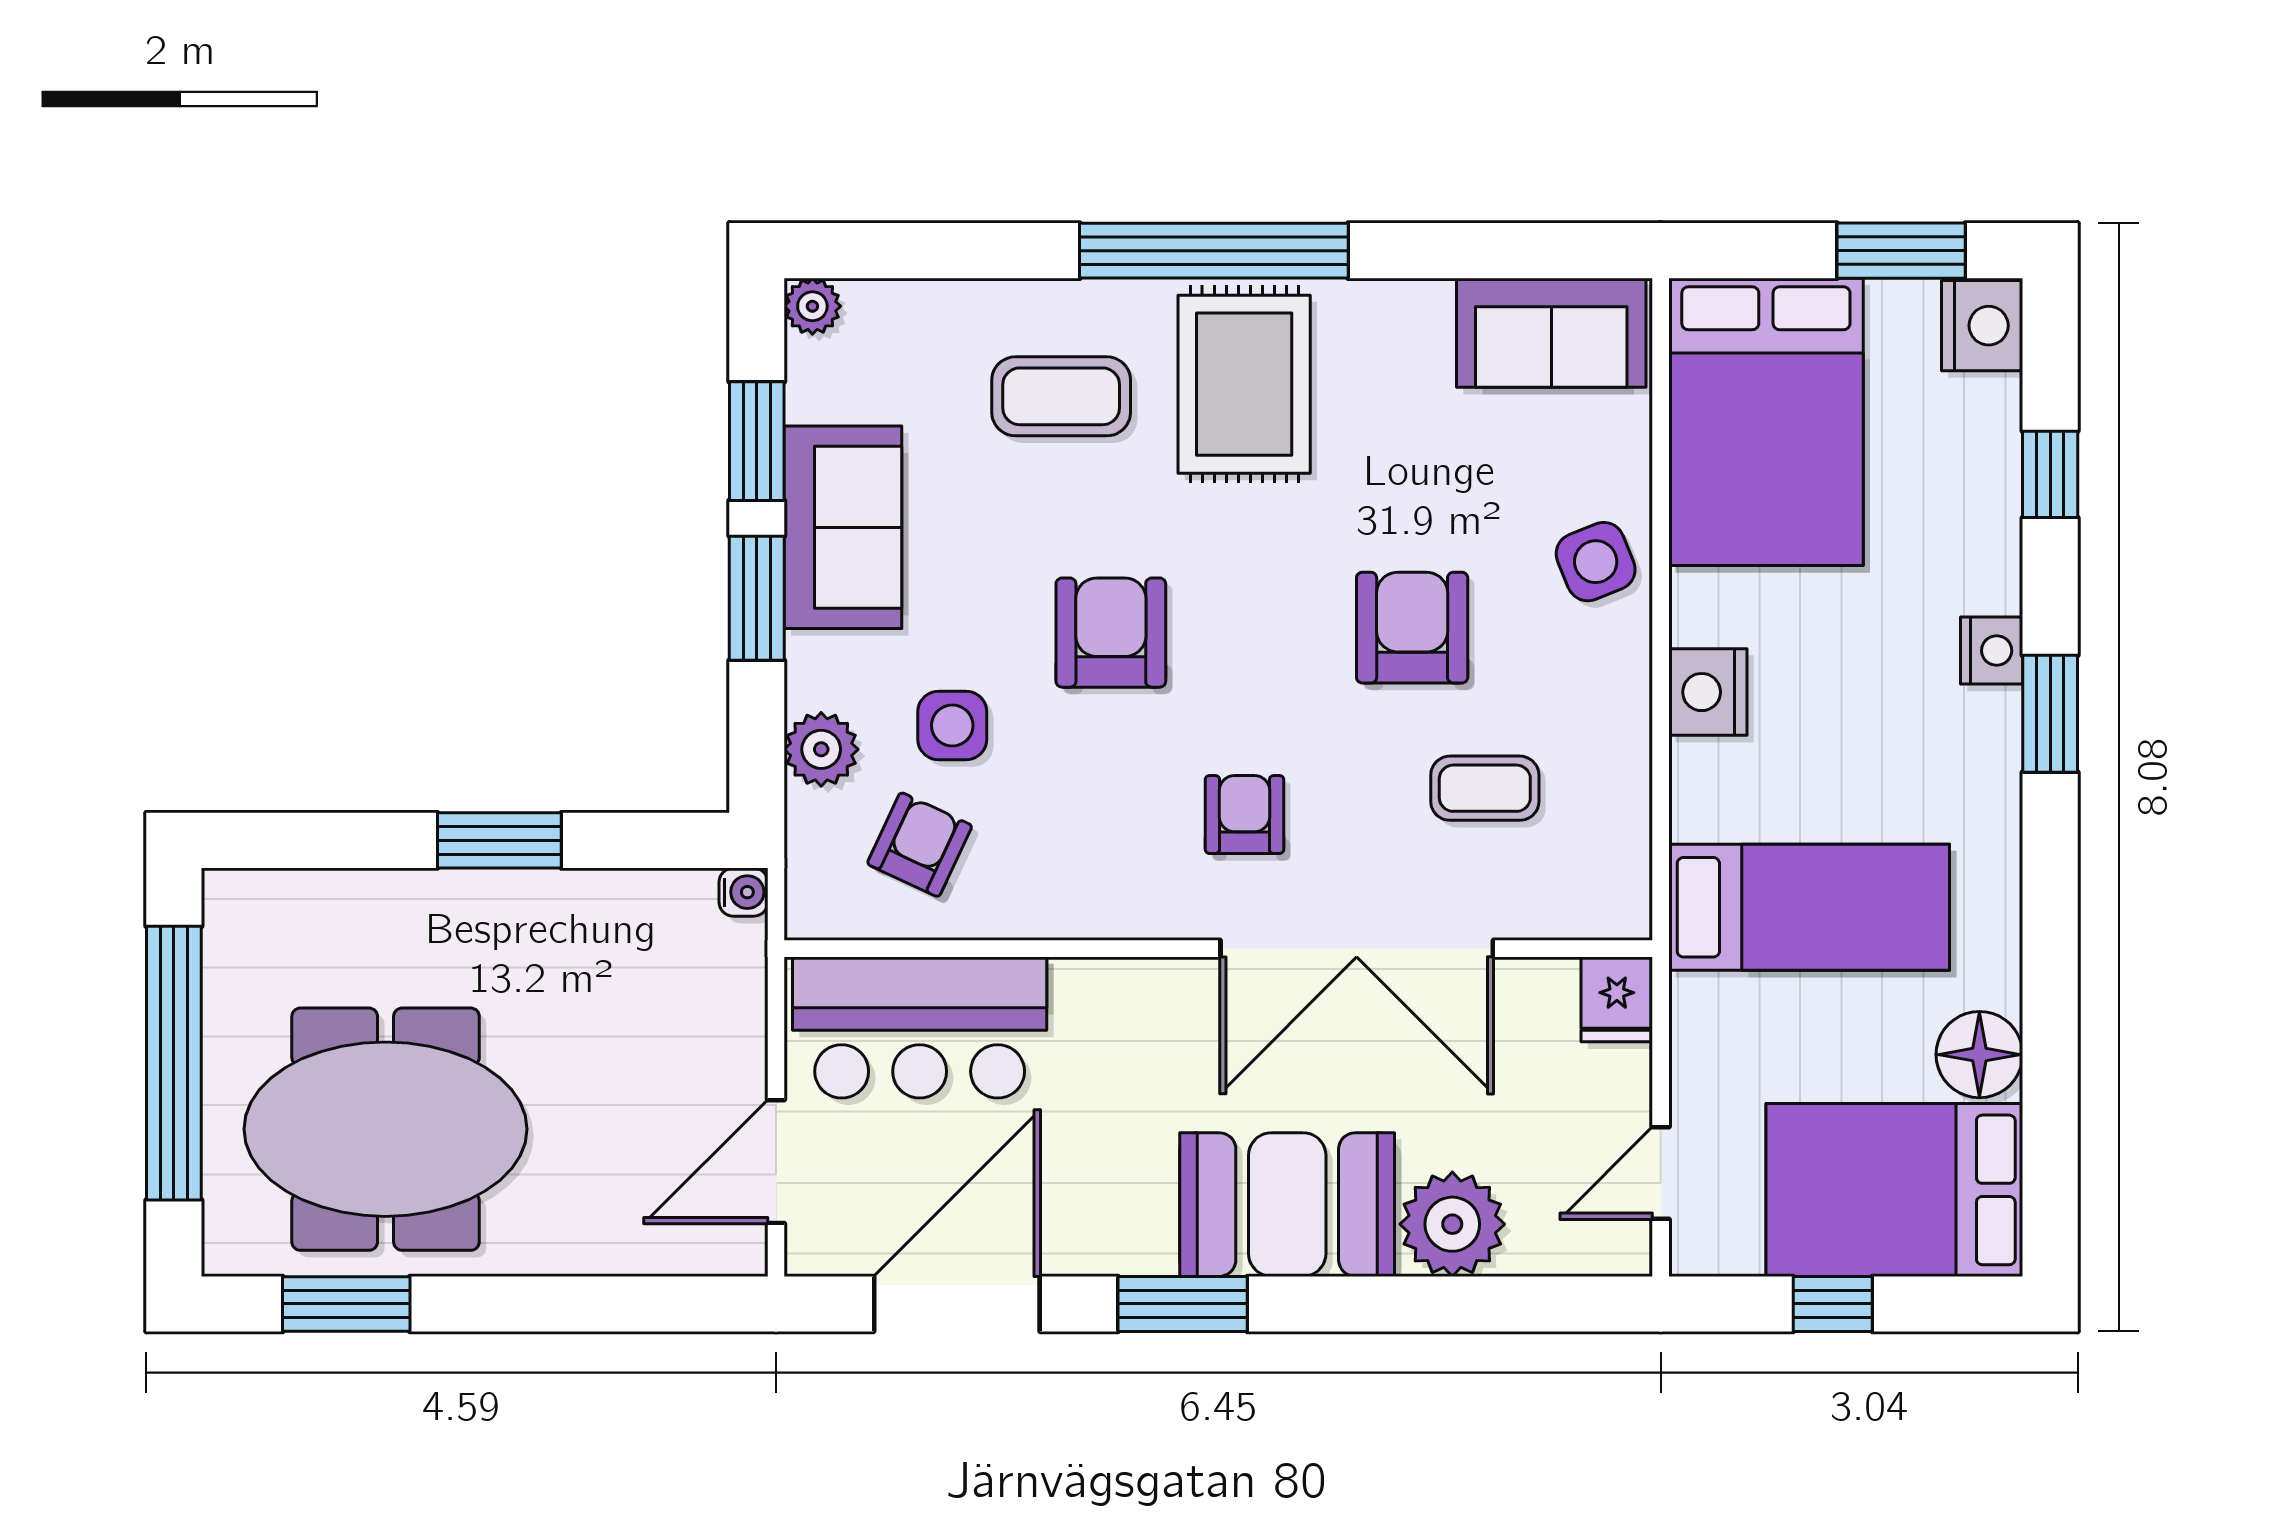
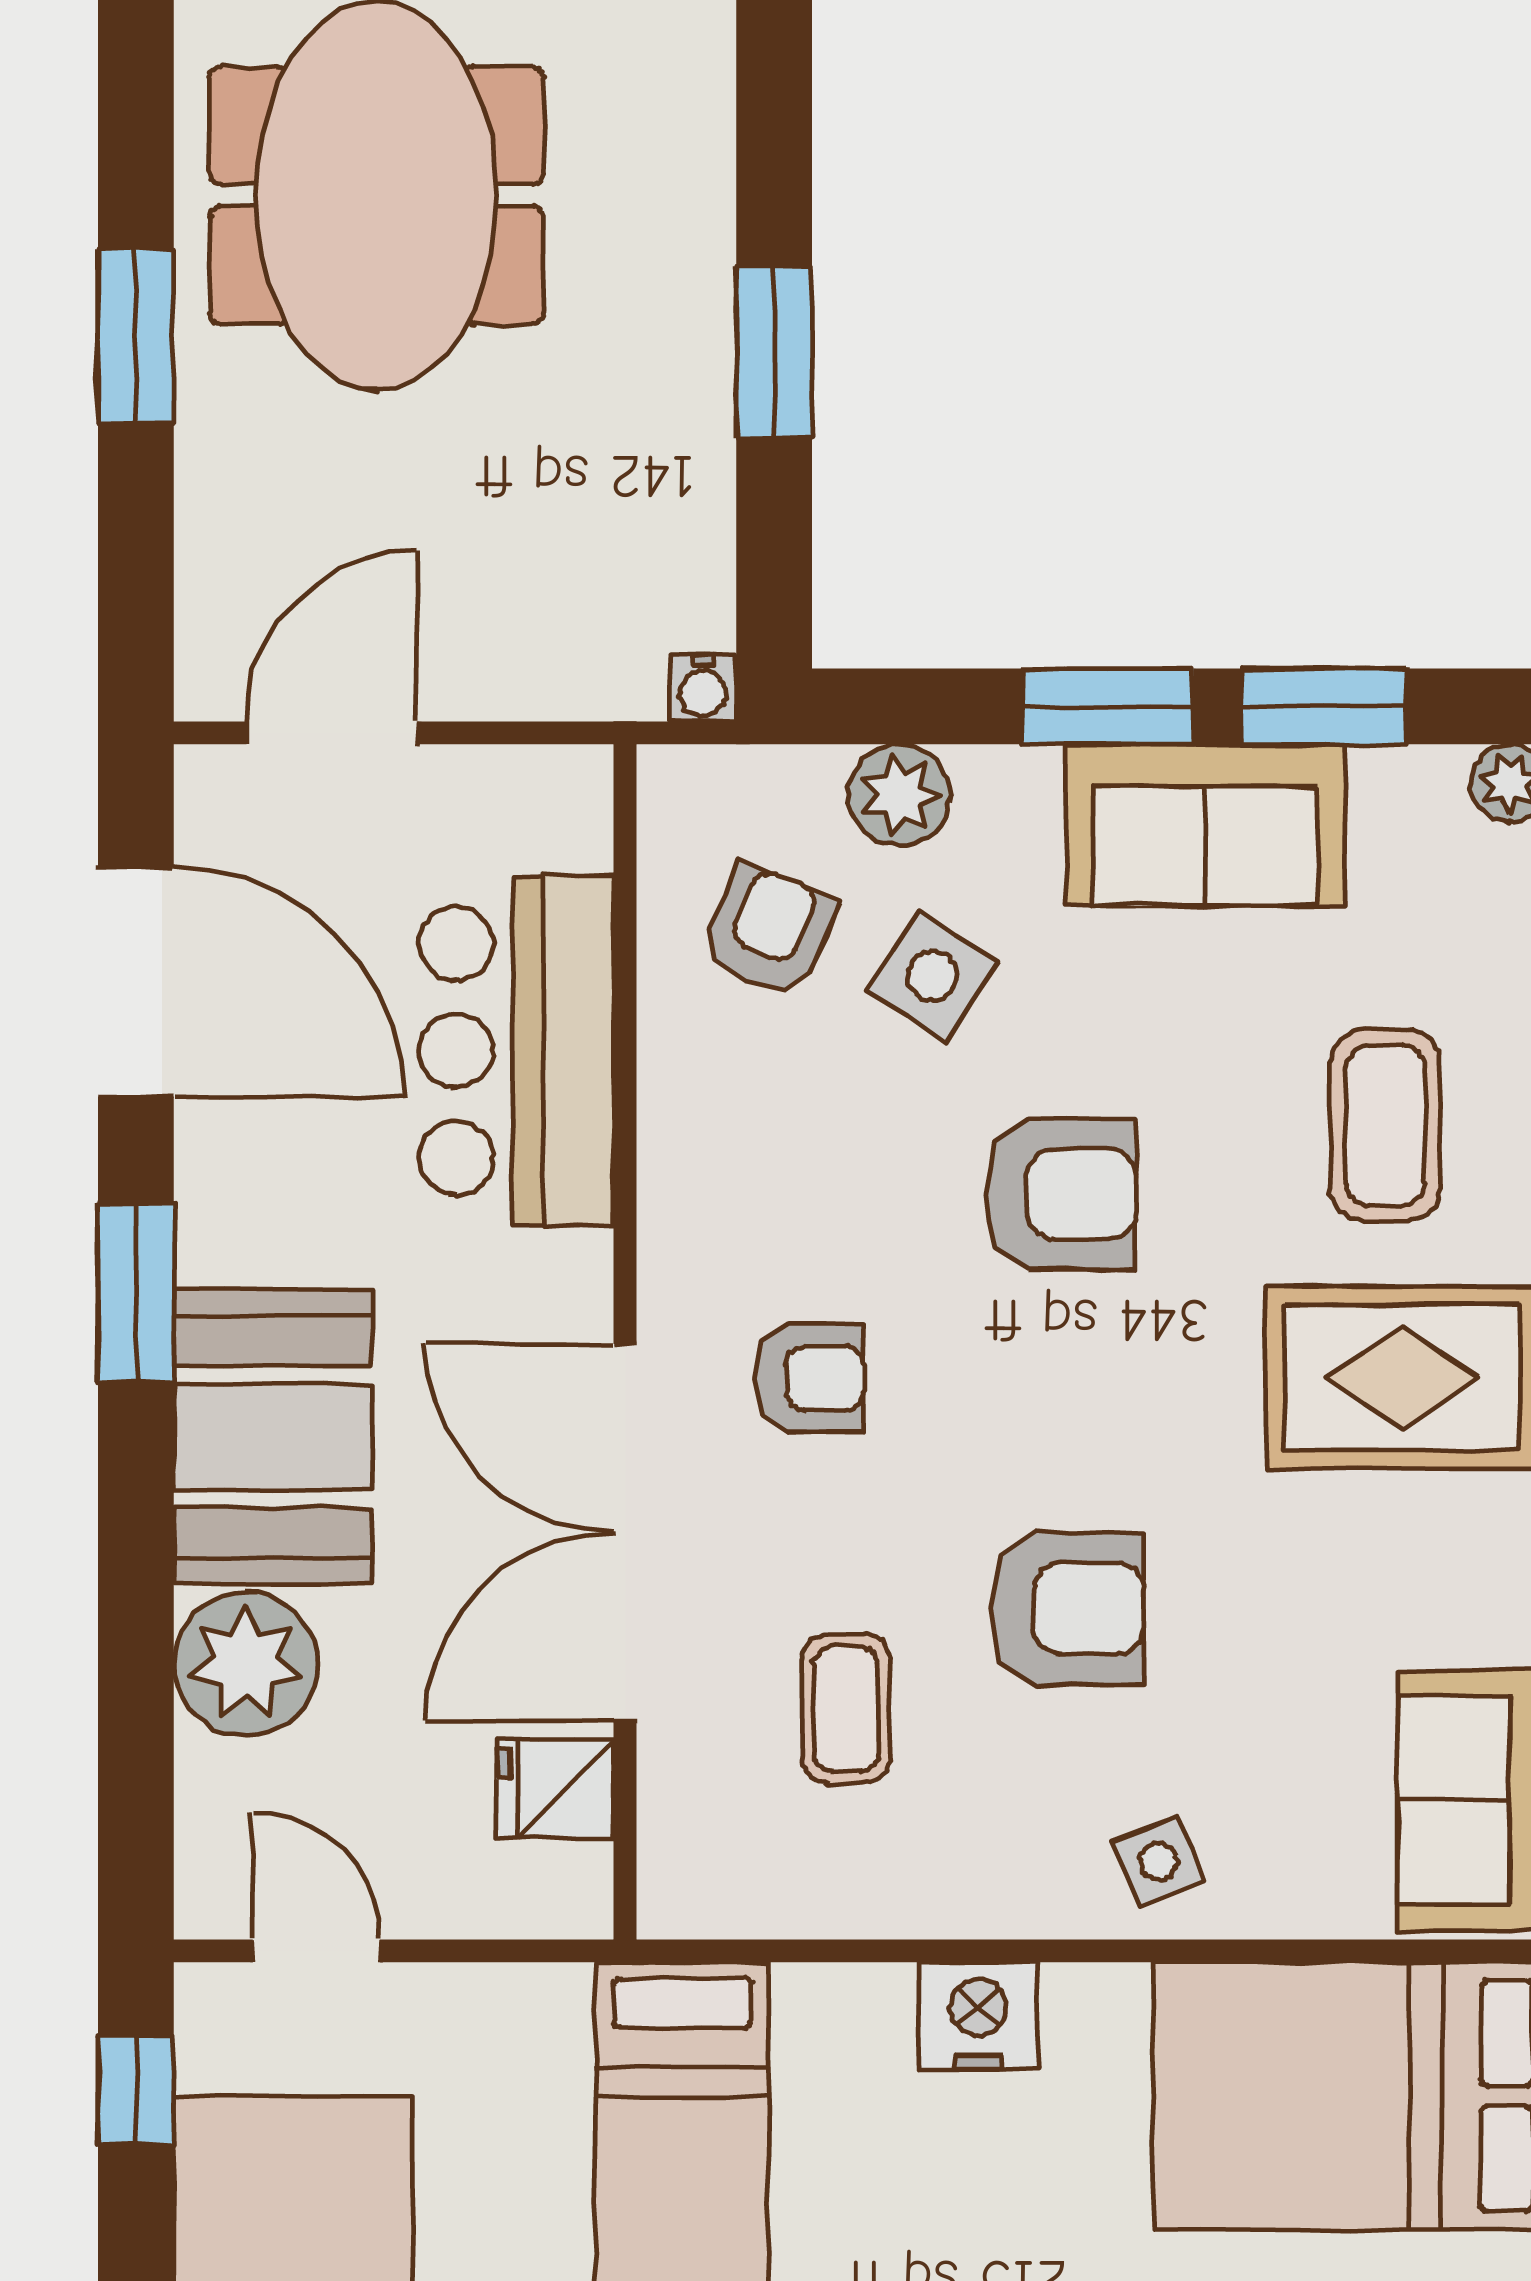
side table: (1596, 562) -> (1158, 1861), width x0.73, depth x0.73
side table: (952, 725) -> (932, 976), turned 33
armchair: (920, 845) -> (768, 931), turned -92
fridge: (1617, 999) -> (555, 1789), moved
bar counter: (920, 1028) -> (516, 1051), moved
door: (776, 1162) -> (332, 733), hinge flipped
window: (346, 1304) -> (136, 336), moved
window: (1833, 1304) -> (136, 2090), moved

